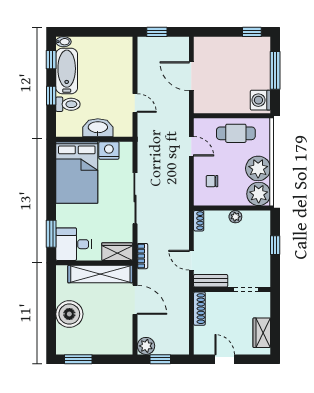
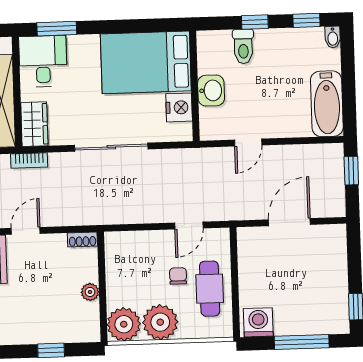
bathtub: (67, 71) -> (327, 104), moved, turned 90
washbasin: (98, 128) -> (211, 91), width x0.72
chair: (212, 181) -> (178, 276), moved

